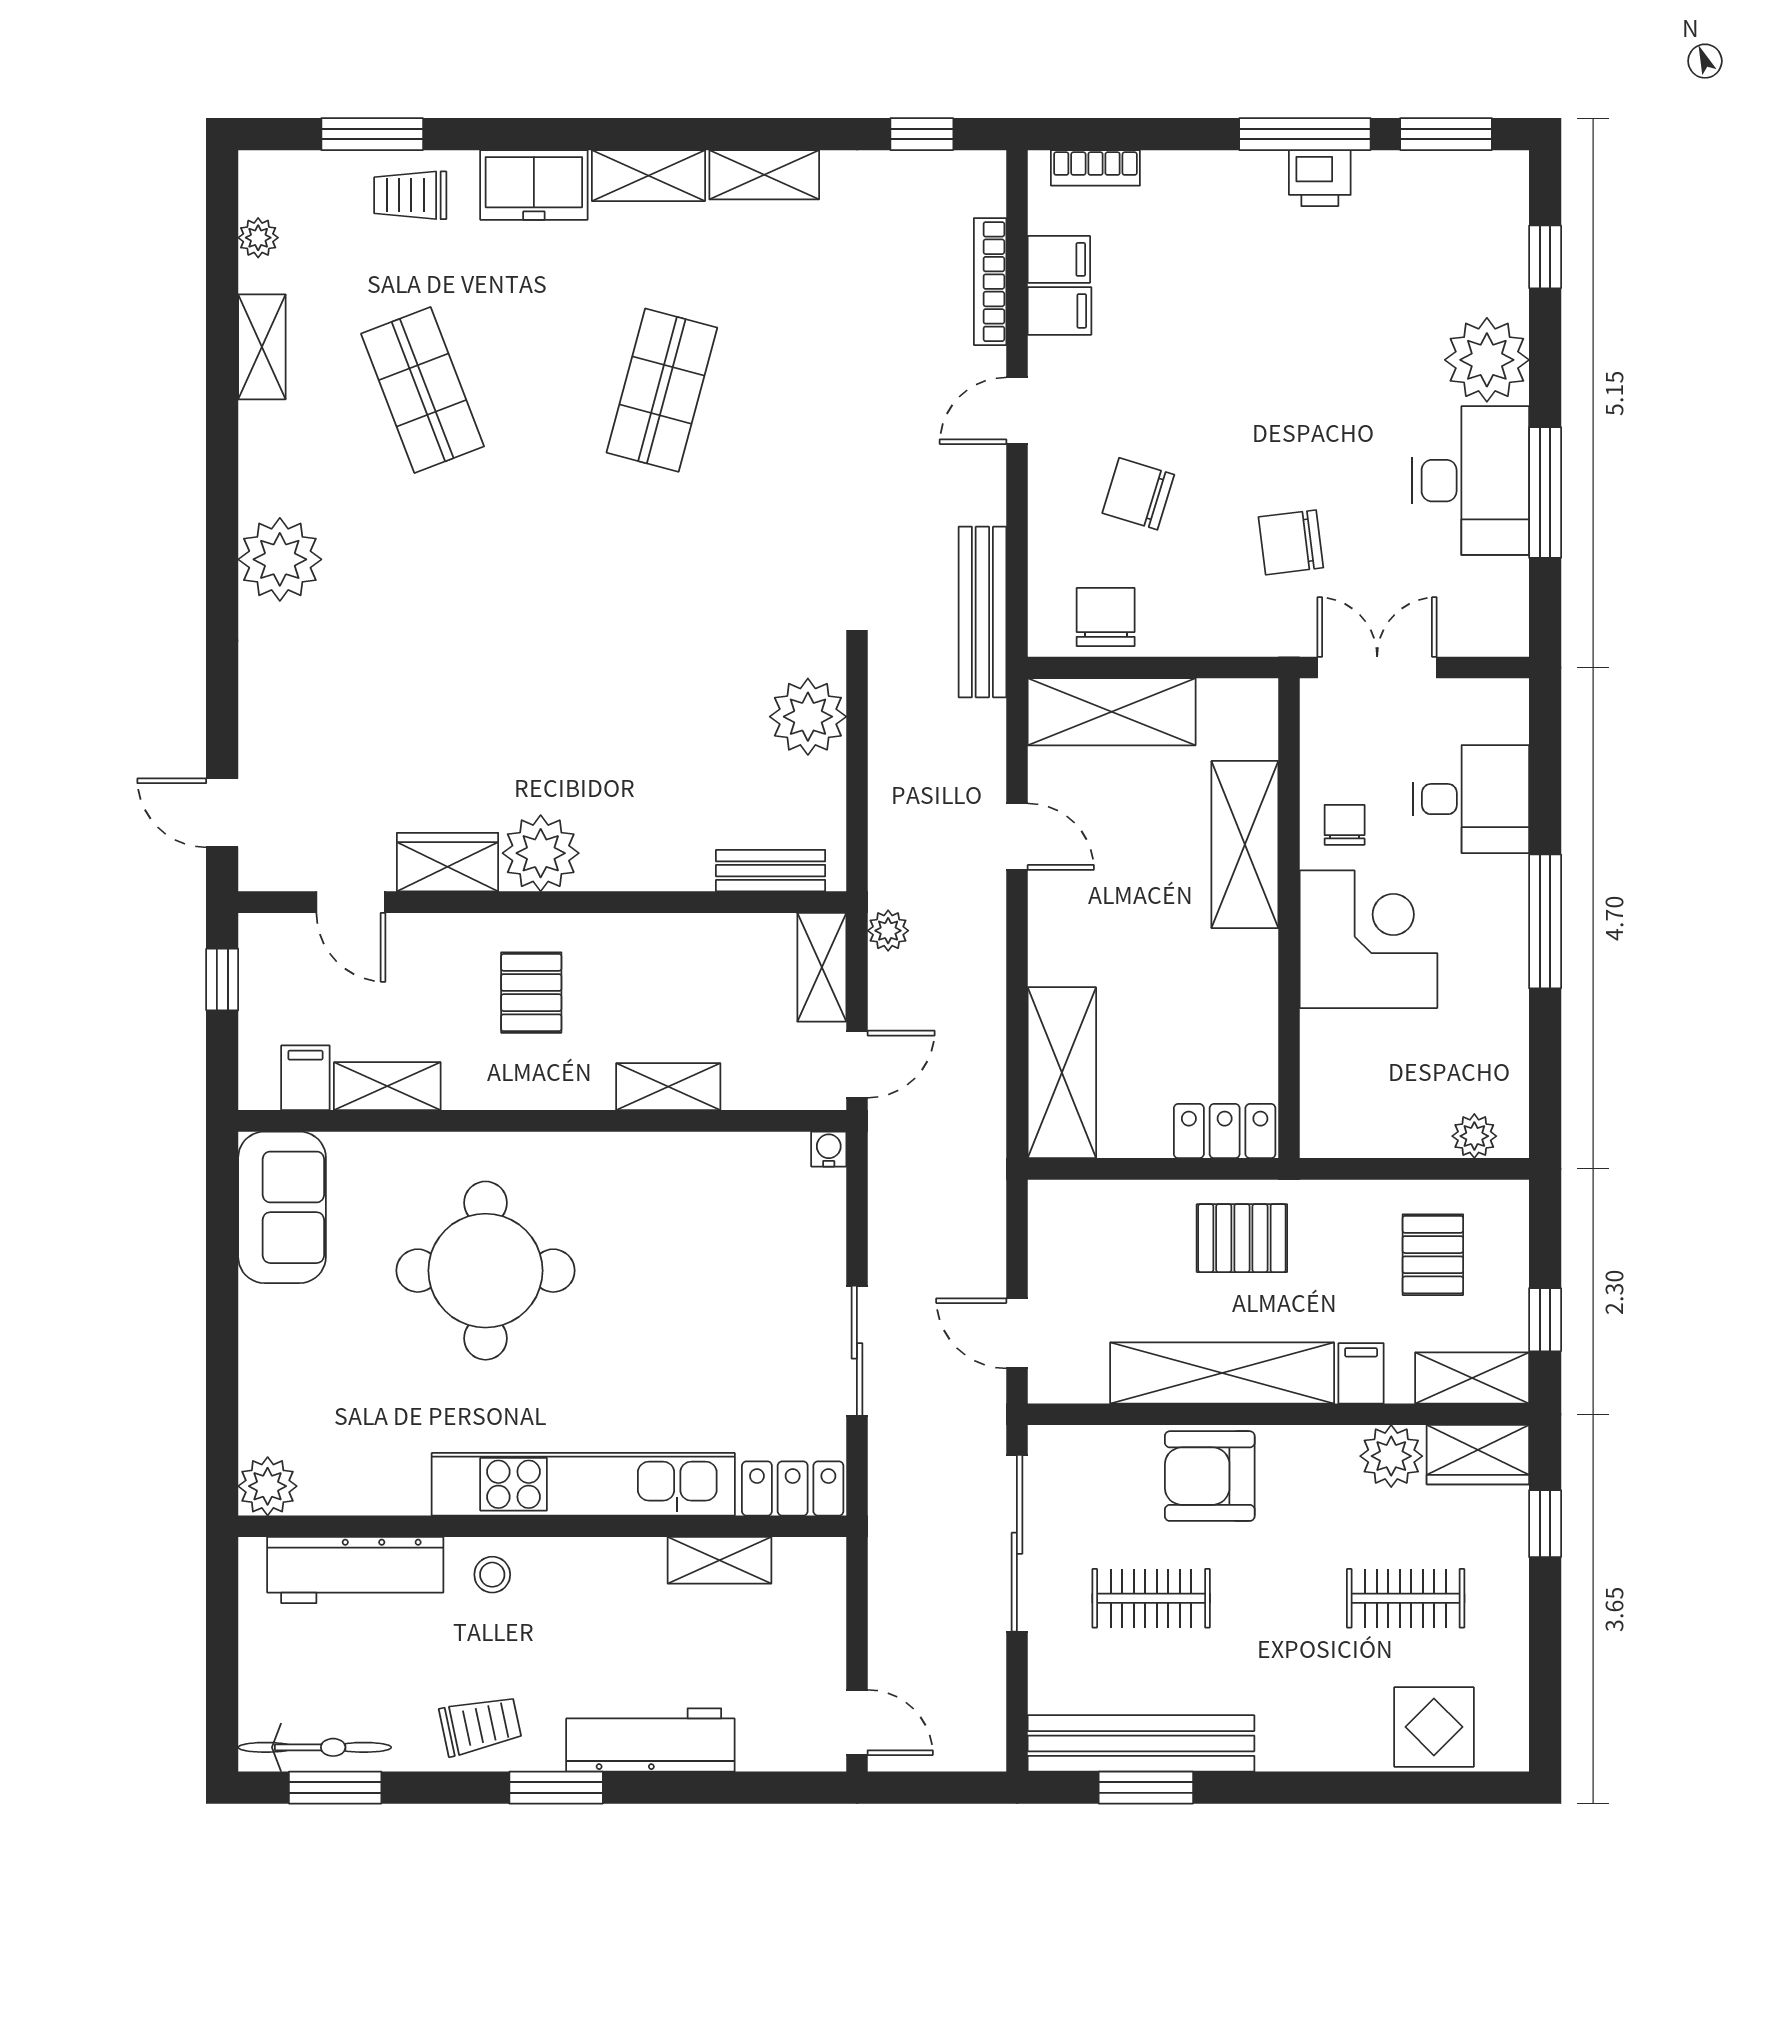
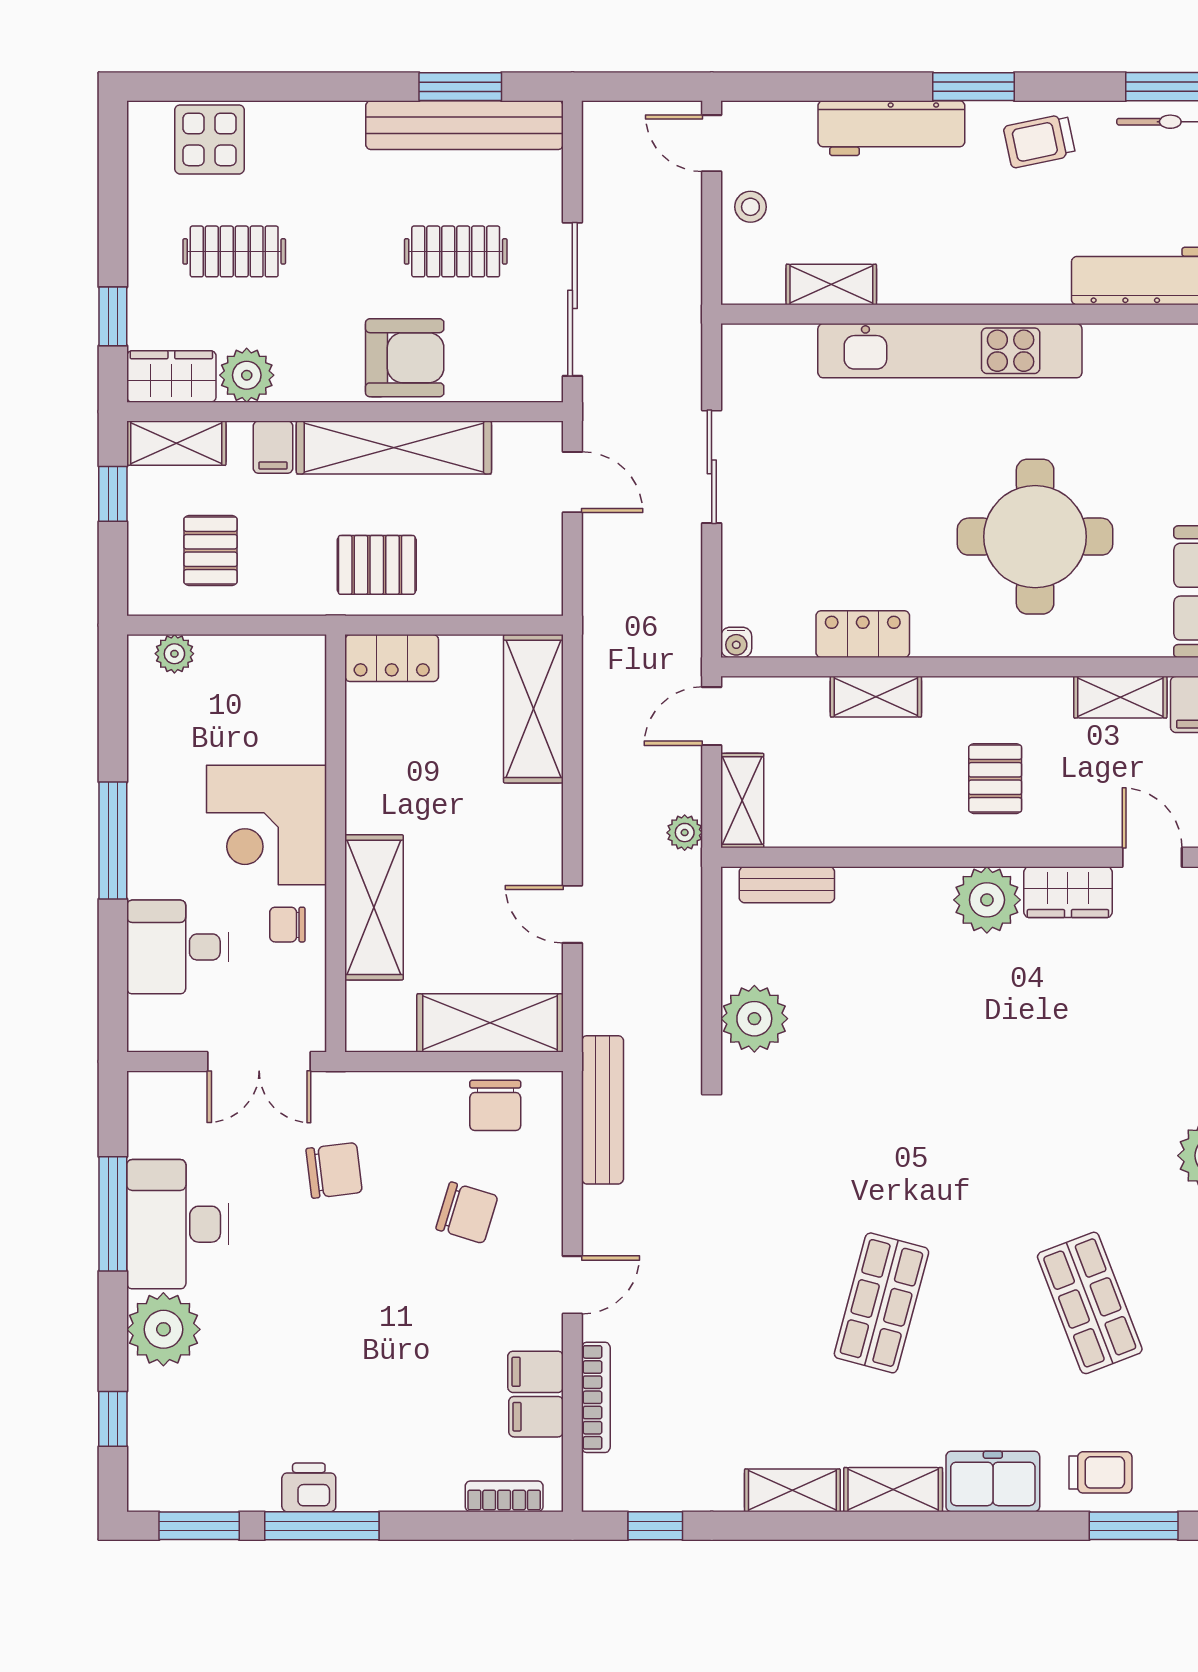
chair: (1345, 825) -> (287, 925), turned 90
locker: (793, 1489) -> (863, 634), moved, turned 180
stool: (492, 1575) -> (750, 207), moved

